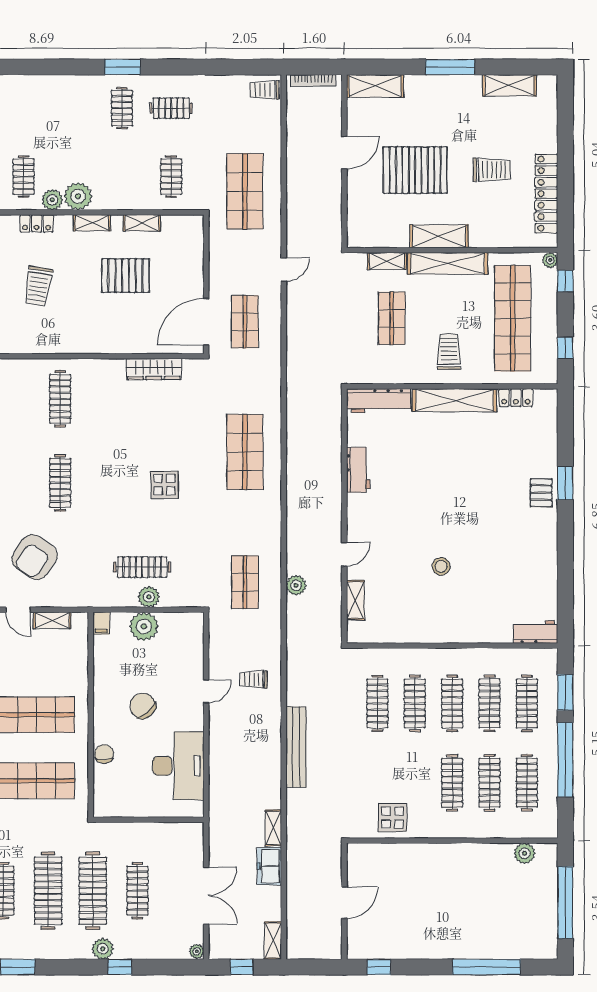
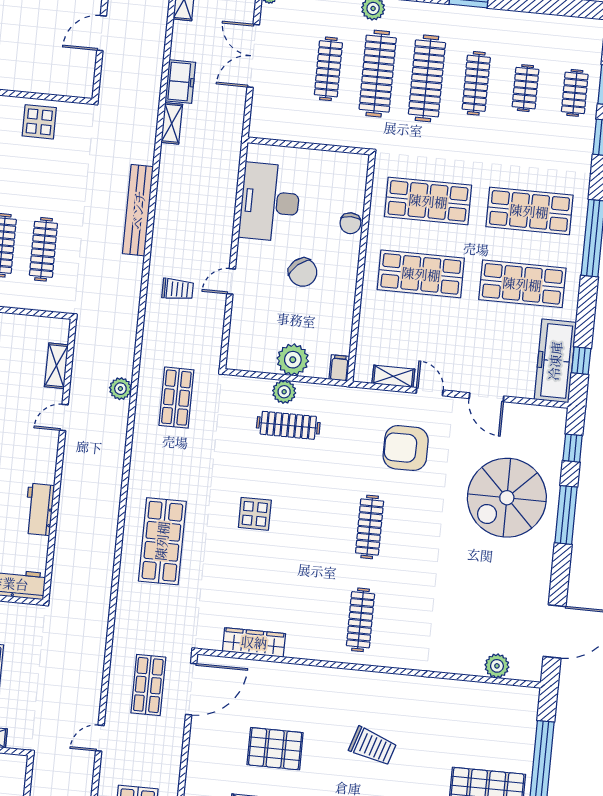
trolley: (38, 286) -> (373, 746), turned 99
armchair: (35, 557) -> (406, 448), turned -125

